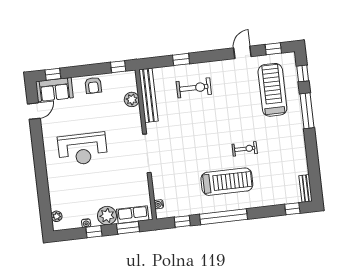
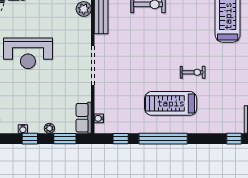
treadmill: (227, 182) -> (171, 103), turned 180
row of seats: (133, 215) -> (84, 118), moved, turned -90
plant: (107, 216) -> (49, 128), width x0.53, depth x0.53

